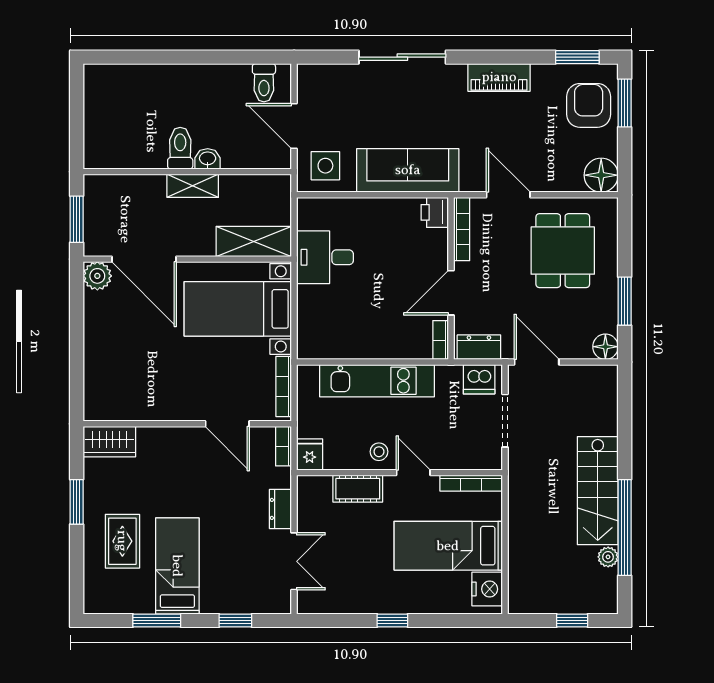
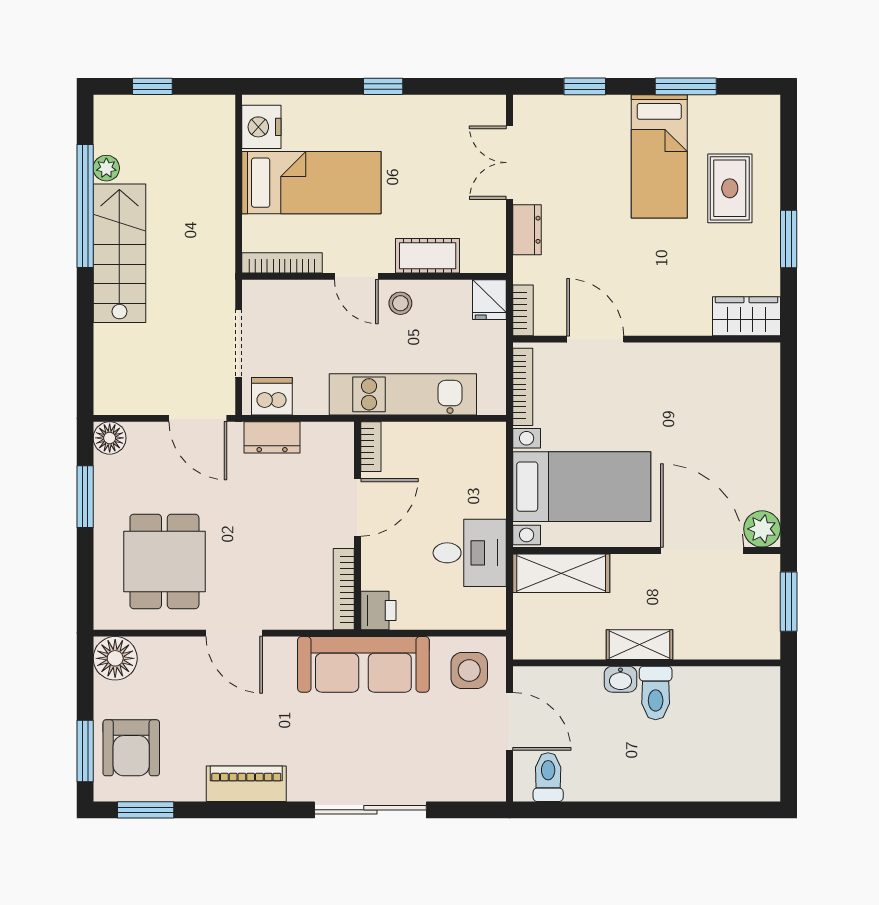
printer: (435, 212) -> (378, 611), moved
bookcase: (462, 229) -> (344, 589), moved
wall: (451, 278) -> (358, 526), moved
door: (451, 293) -> (358, 507), moved
bookcase: (441, 340) -> (371, 447), moved

